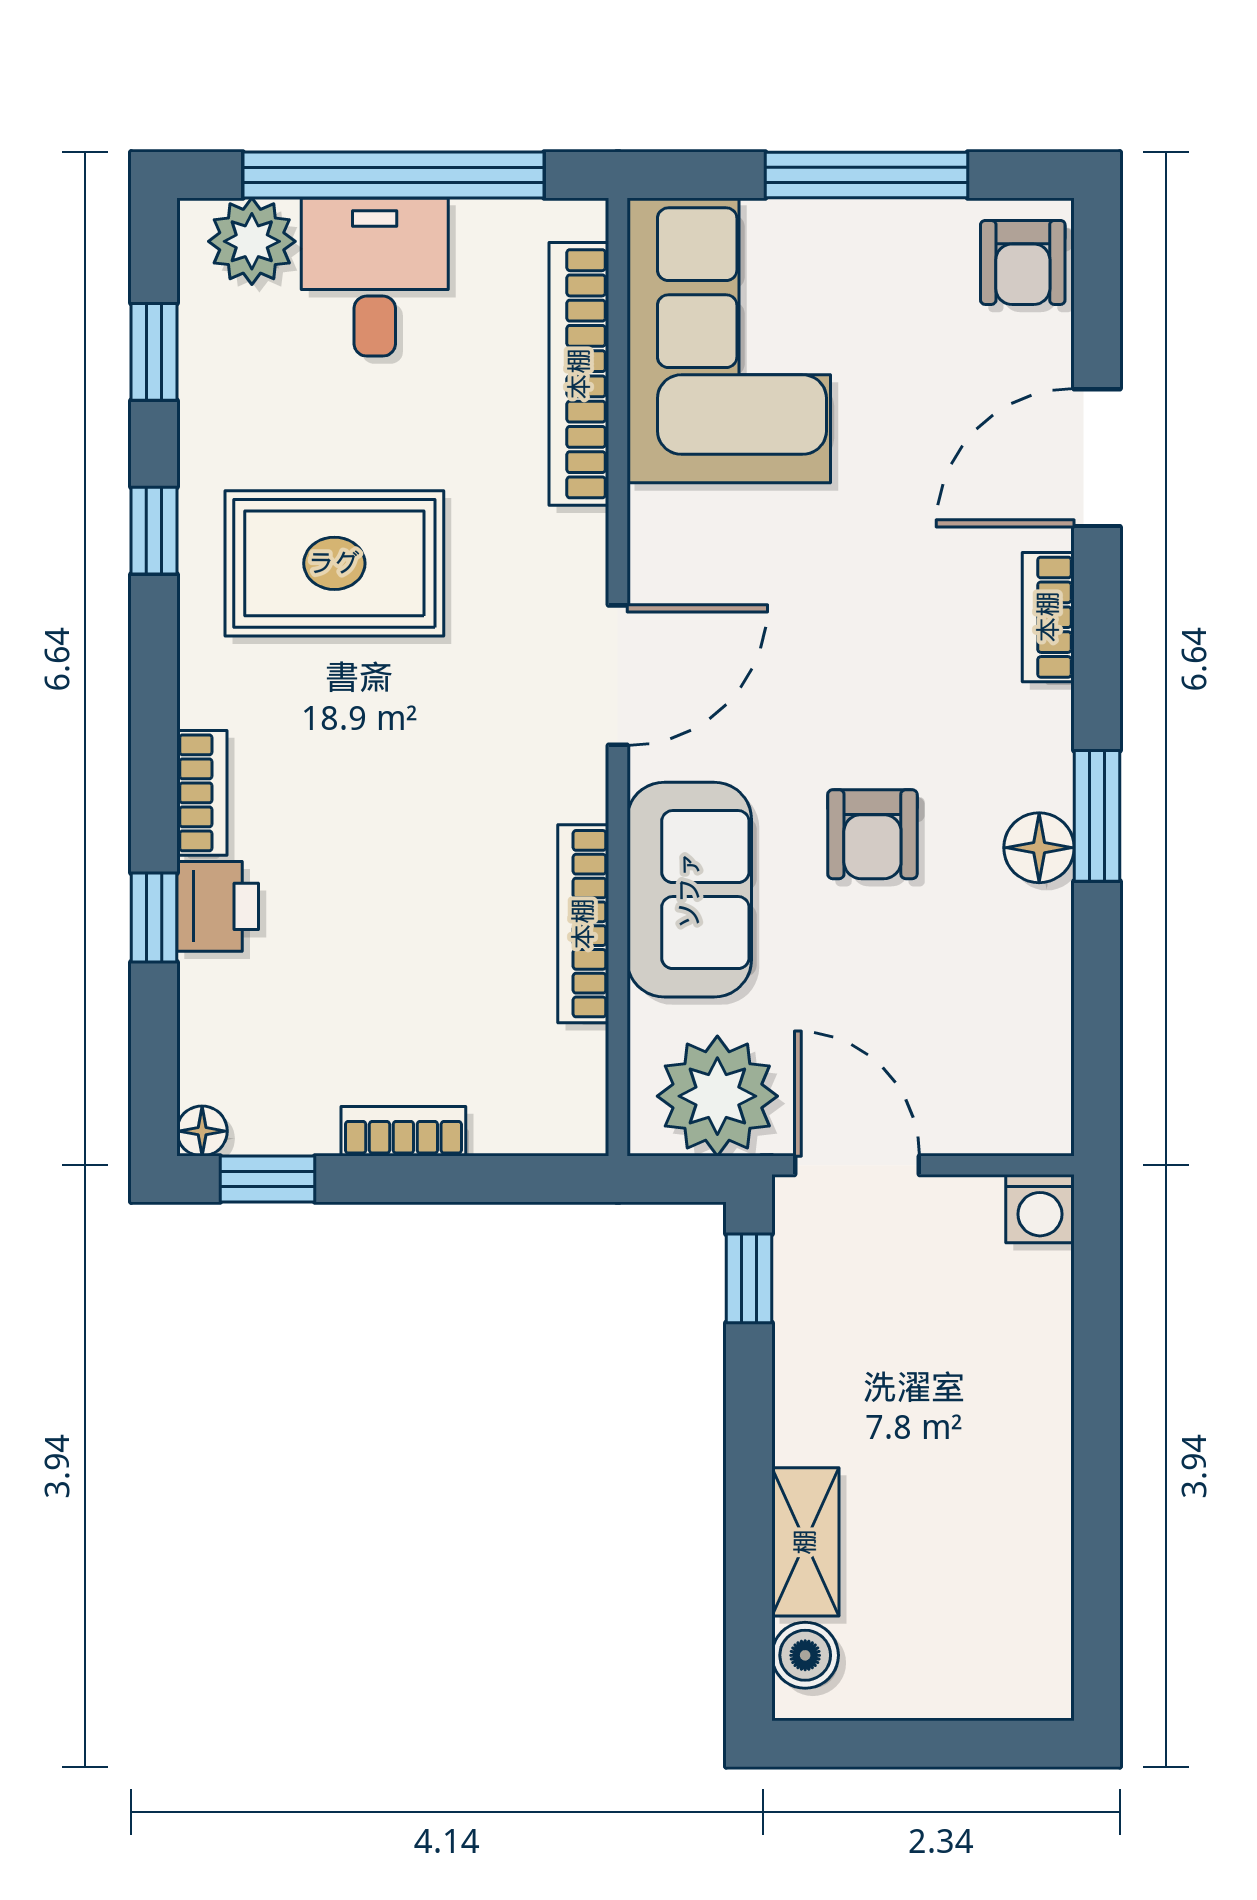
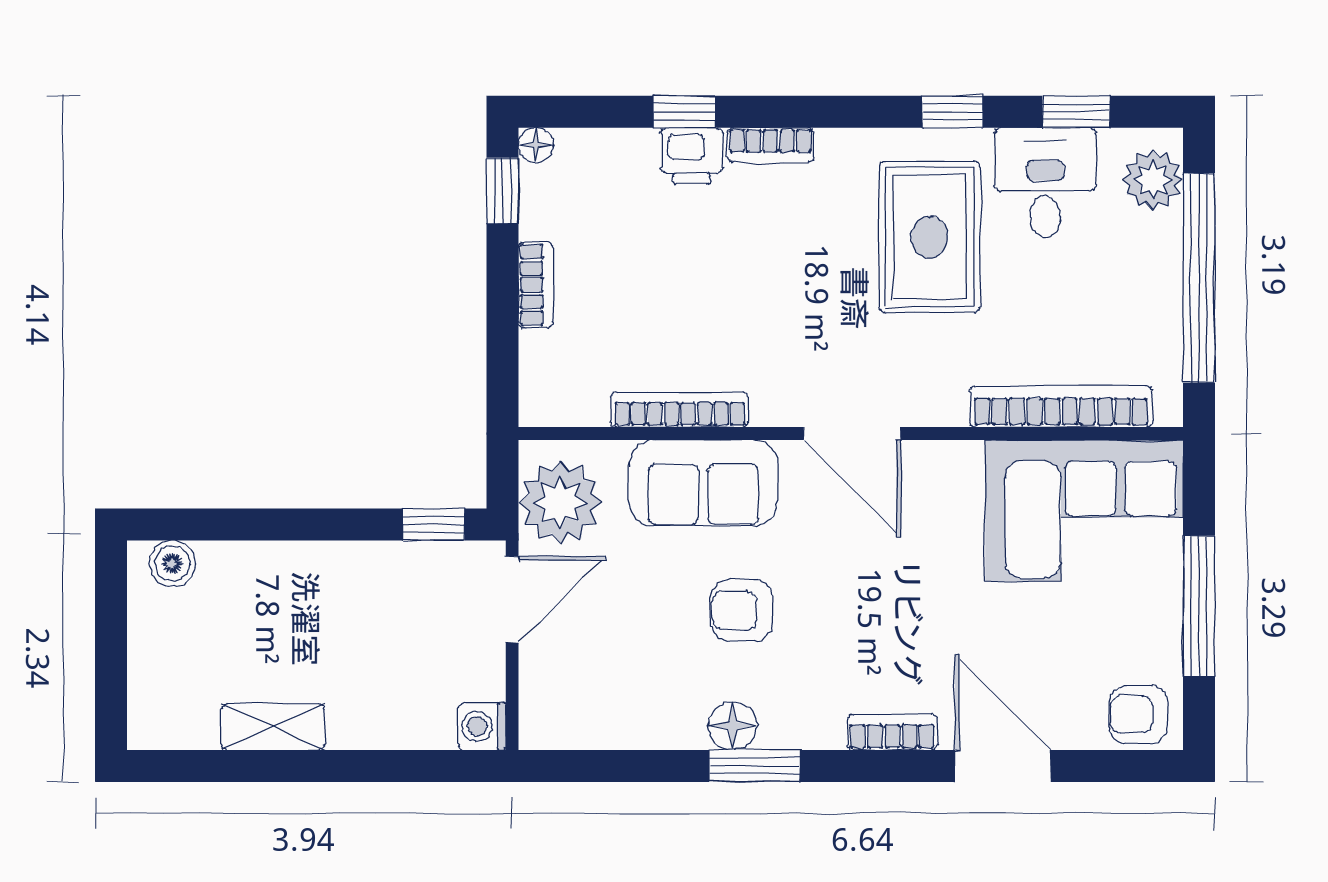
desk: (375, 277) -> (1045, 183), moved, turned -90
shelving: (805, 1542) -> (273, 727), moved

